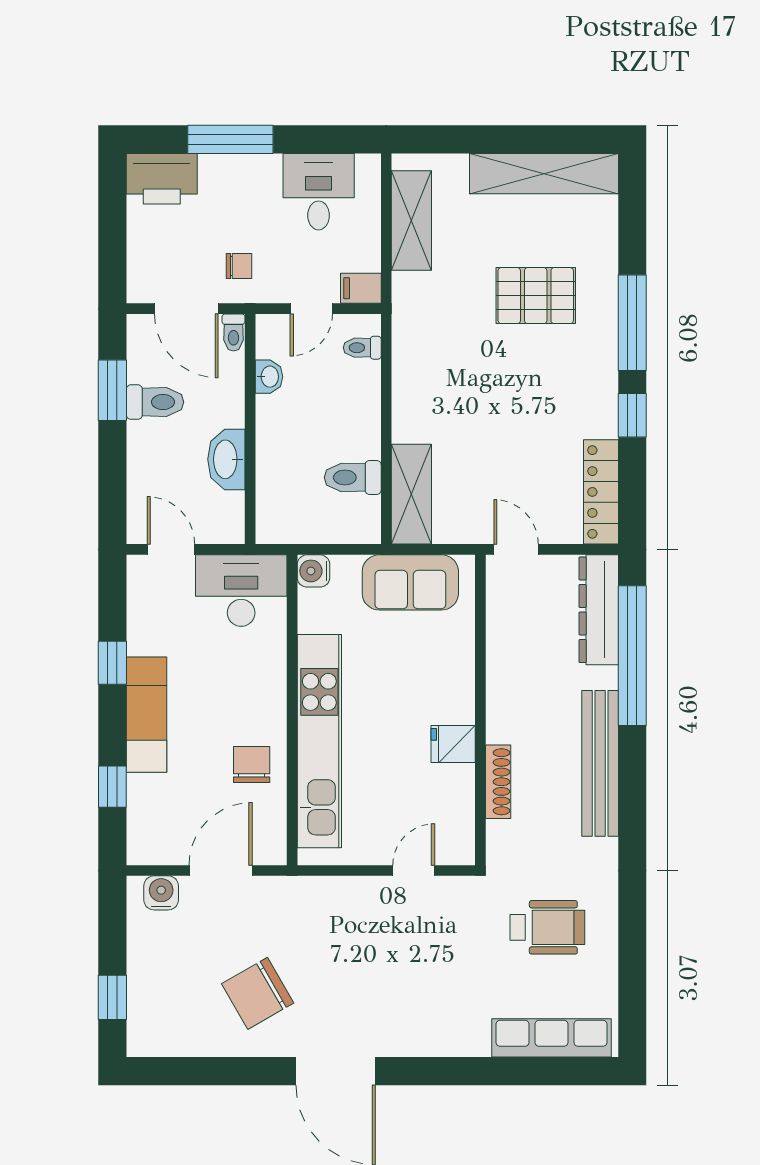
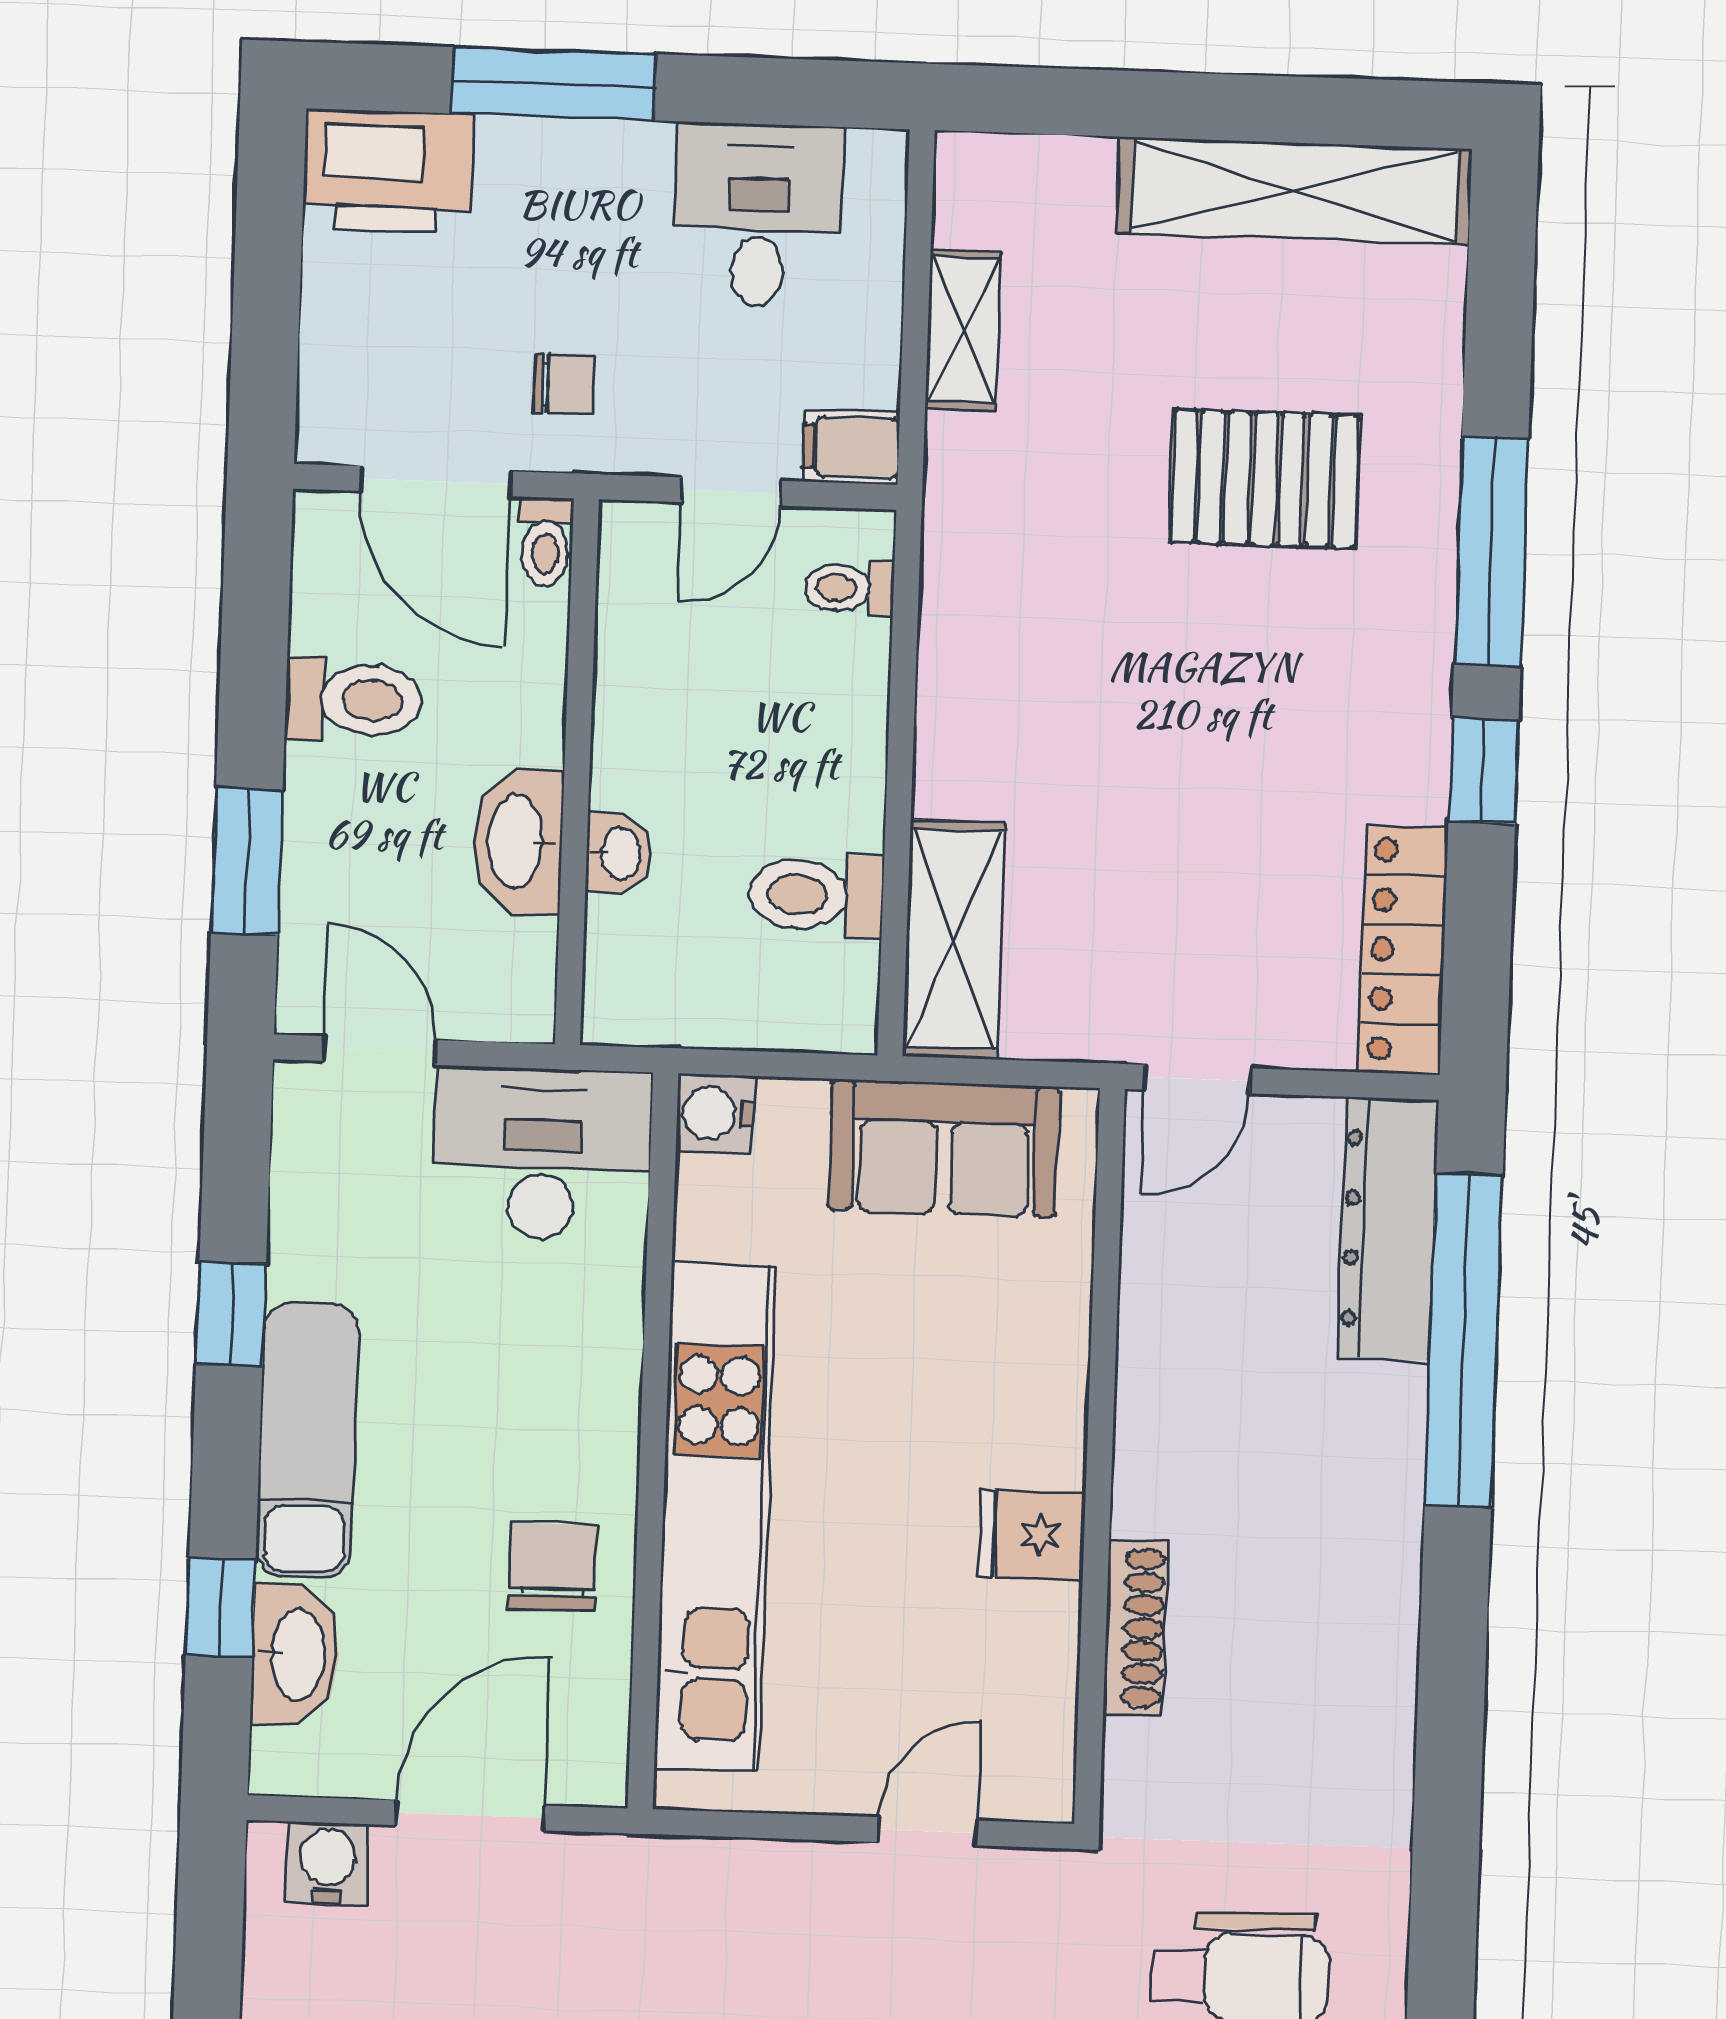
shelving: (411, 220) -> (963, 330), width x0.67, depth x0.75
washbasin: (269, 377) -> (619, 853), moved
window: (112, 390) -> (247, 861), moved
door: (516, 549) -> (1197, 1079), swing flipped
bench: (600, 763) -> (1379, 1593), removed
washbasin: (145, 805) -> (296, 1654), added

